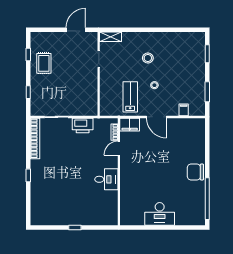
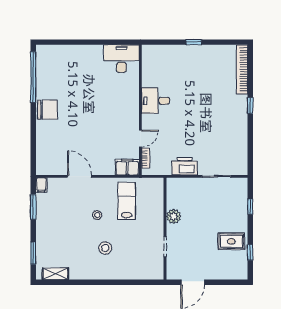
shelving: (111, 37) -> (55, 274), moved
rug: (44, 63) -> (231, 241), turned 90
plant: (91, 84) -> (174, 216), added
lab bench: (130, 97) -> (127, 201), turned 180
filing cabinet: (184, 110) -> (41, 185), moved
door: (156, 117) -> (80, 176), moved
bookcase: (35, 138) -> (242, 69), moved
desk: (160, 214) -> (121, 59), moved

